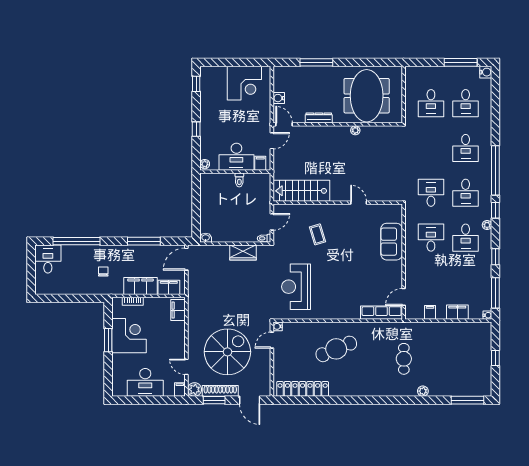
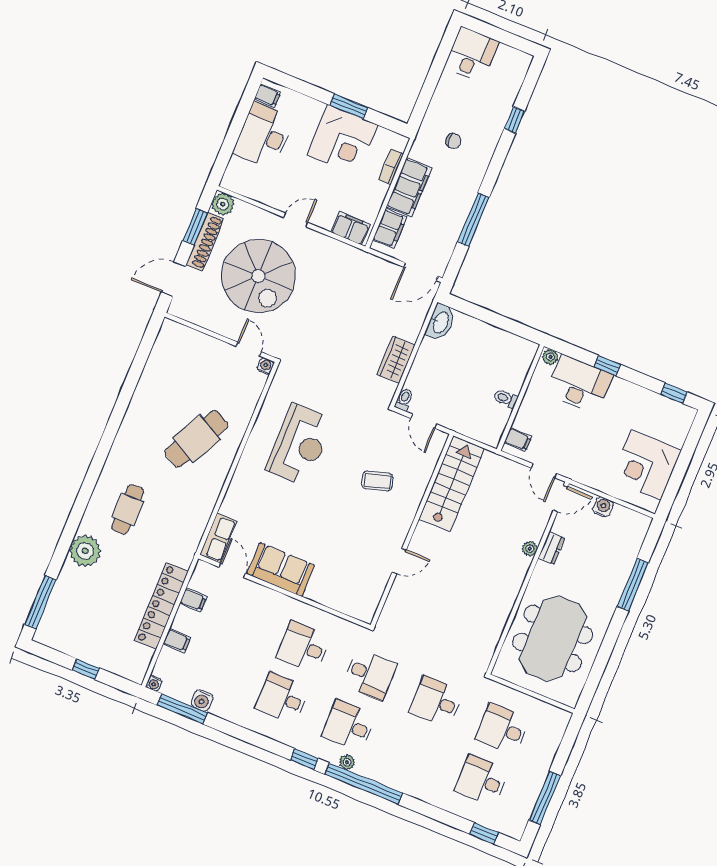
water cooler: (486, 72) -> (202, 700), moved
meeting table: (367, 96) -> (553, 638), turned 90
dresser: (319, 118) -> (551, 548), width x0.70
plant: (355, 130) -> (530, 549), moved
desk: (466, 148) -> (436, 702), moved
desk: (236, 157) -> (579, 384), moved, turned 90
plant: (487, 225) -> (347, 762), moved
washbasin: (206, 238) -> (440, 322), width x1.91, depth x1.45
desk: (431, 238) -> (303, 647), turned 180
window: (76, 241) -> (514, 120), width x0.32
sofa: (392, 242) -> (281, 570), moved
window: (495, 257) -> (484, 833), moved
desk: (48, 259) -> (472, 54), moved, turned -90
door: (186, 259) -> (421, 272), swing flipped
reception desk: (296, 287) -> (299, 445), moved, turned 90
filing cabinet: (457, 312) -> (177, 641), width x0.50
row of seats: (382, 313) -> (218, 538), width x0.68
cafe table: (336, 349) -> (196, 439), turned 51
cafe table: (404, 359) -> (128, 509), moved, turned 90
door: (186, 367) -> (296, 220), moved
filing cabinet: (180, 389) -> (268, 96), moved
locker: (303, 389) -> (161, 606), moved, turned 180
plant: (423, 391) -> (85, 551), width x1.87, depth x1.87

